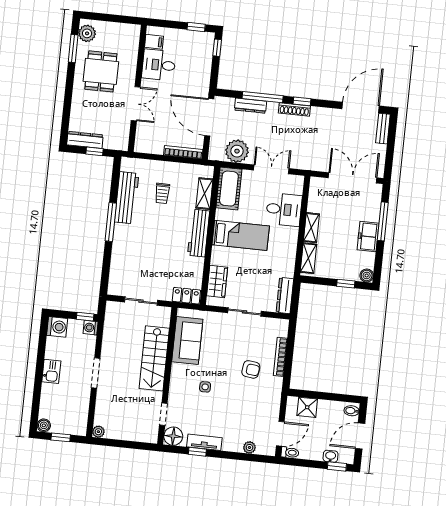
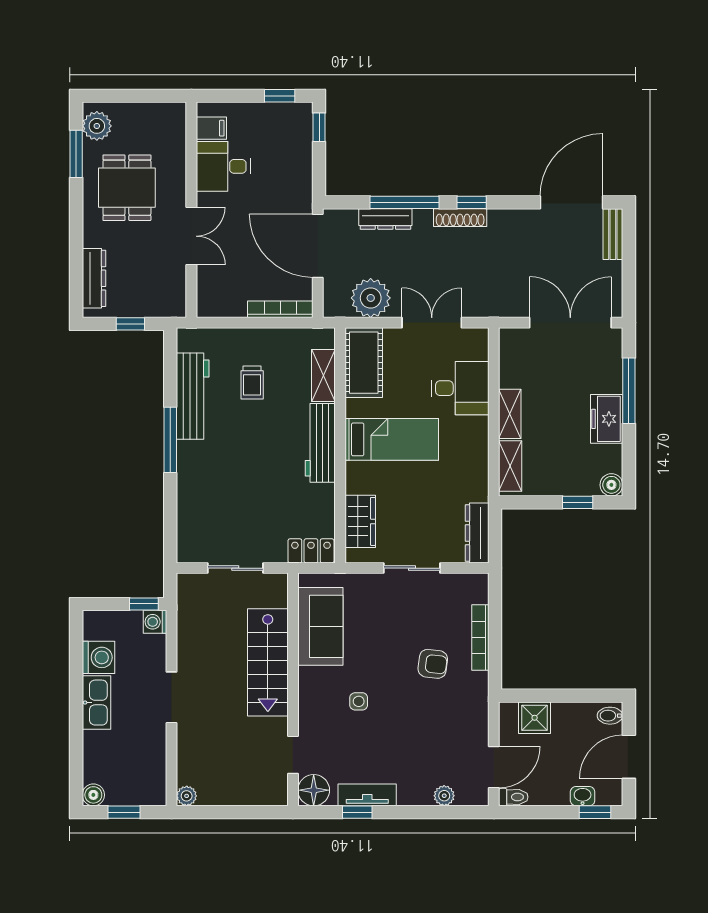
dresser: (85, 140) -> (94, 278), moved, turned 90
washing machine: (57, 327) -> (98, 657), moved
kitchen sink: (51, 371) -> (96, 703), width x1.38

